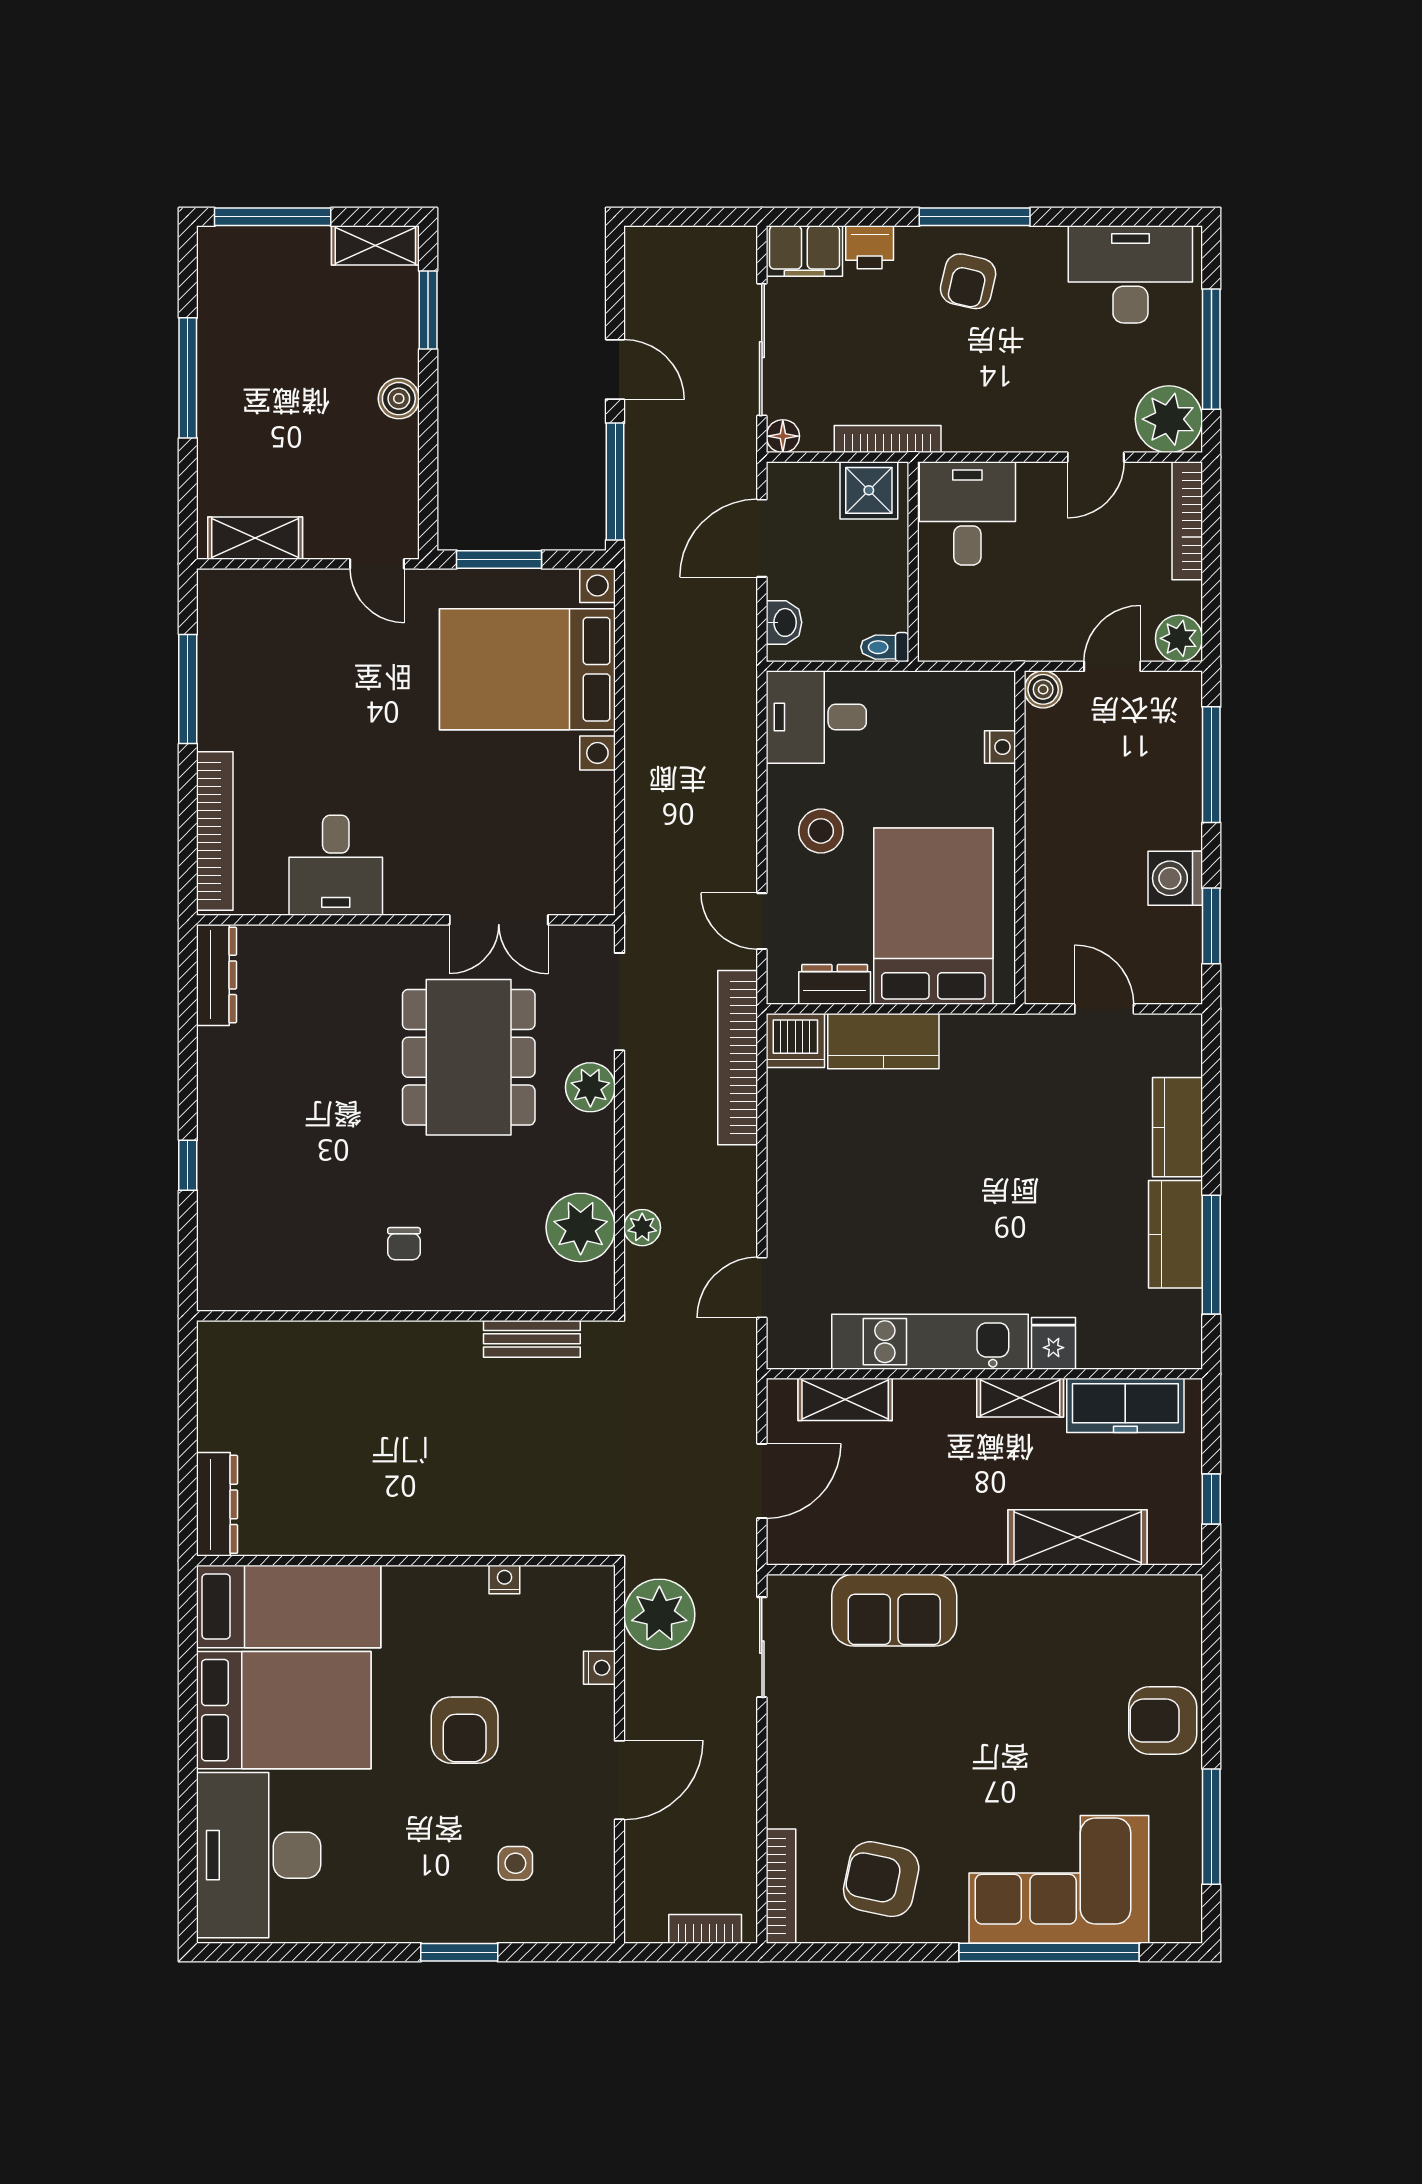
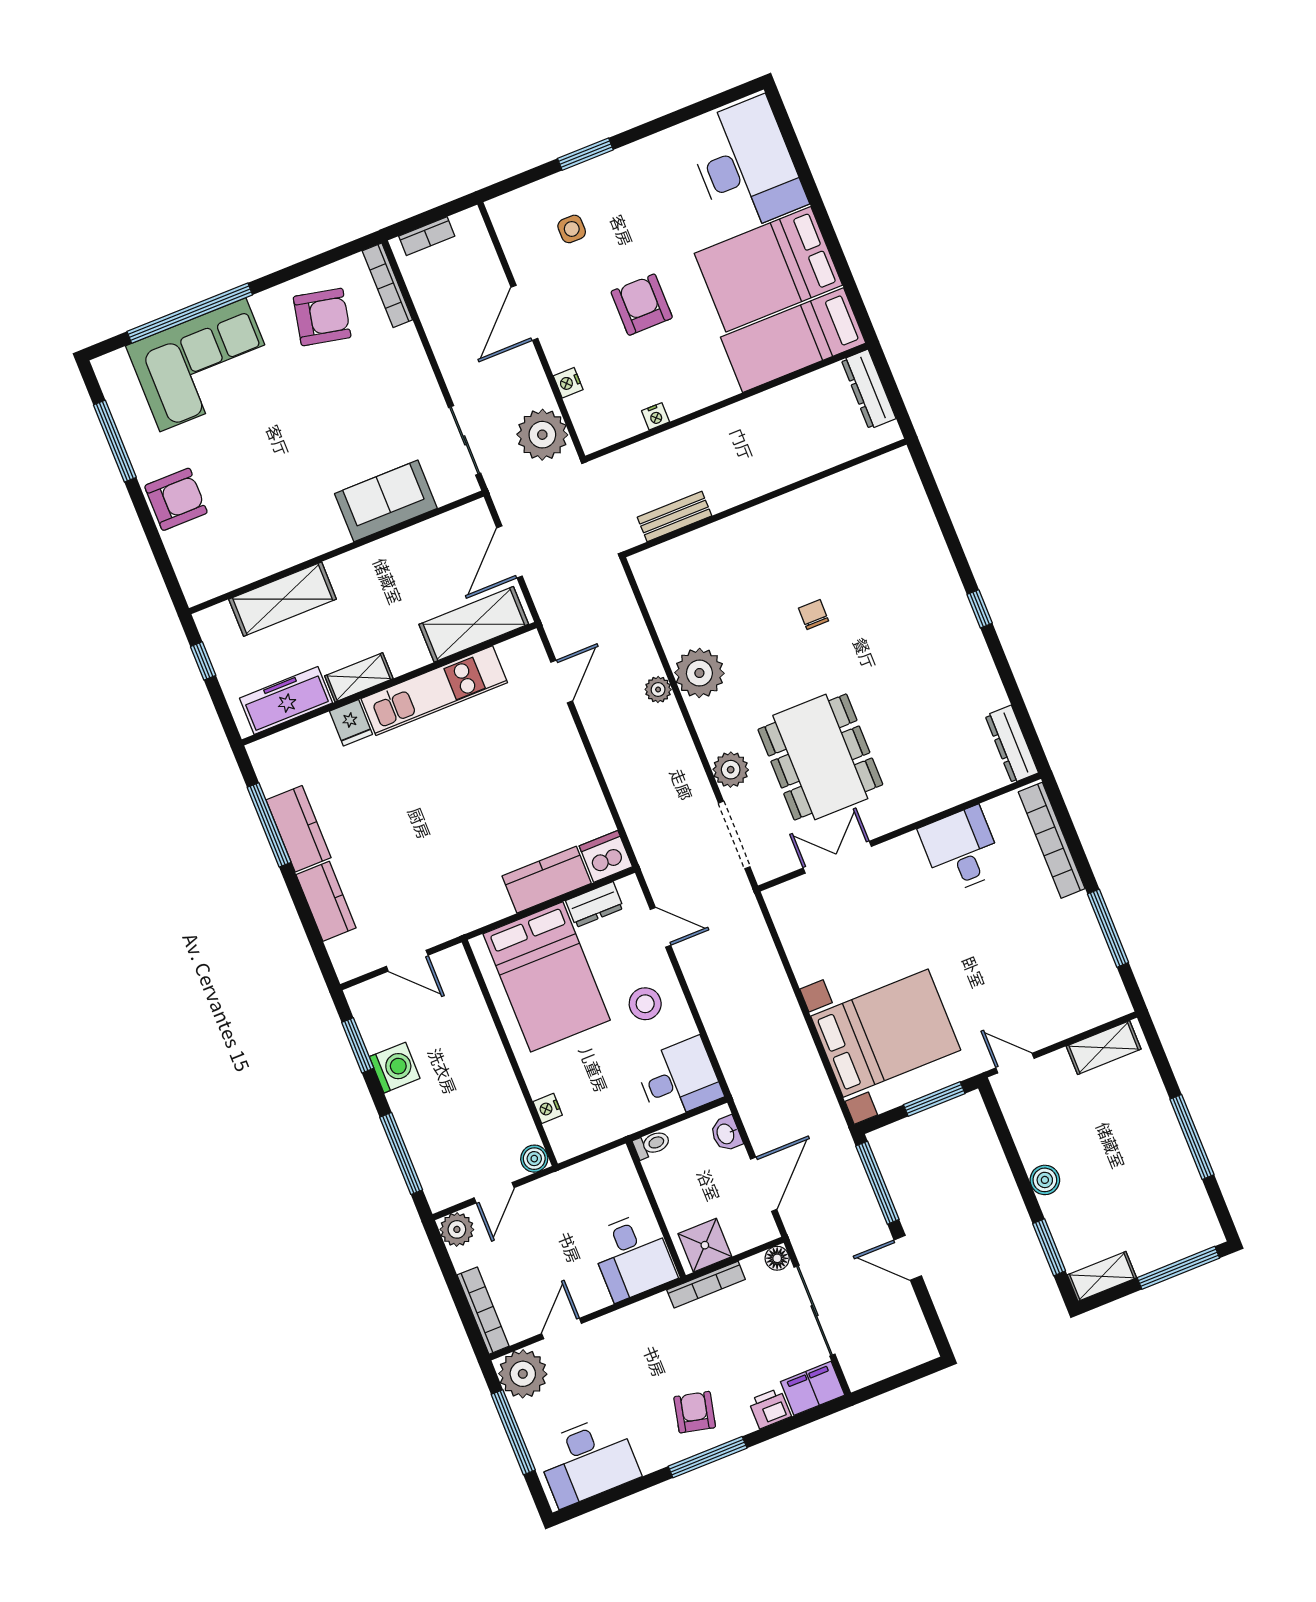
bookcase: (738, 1058) -> (640, 829), removed
wall: (406, 1316) -> (765, 498), moved
bench: (532, 1339) -> (674, 517), moved
shelving: (845, 1399) -> (474, 624), width x1.50, depth x1.33

